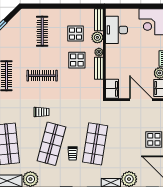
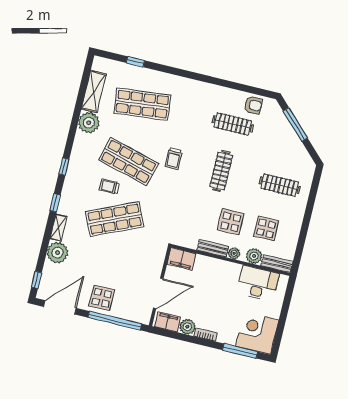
shop shelf: (95, 144) -> (115, 219), turned -33

